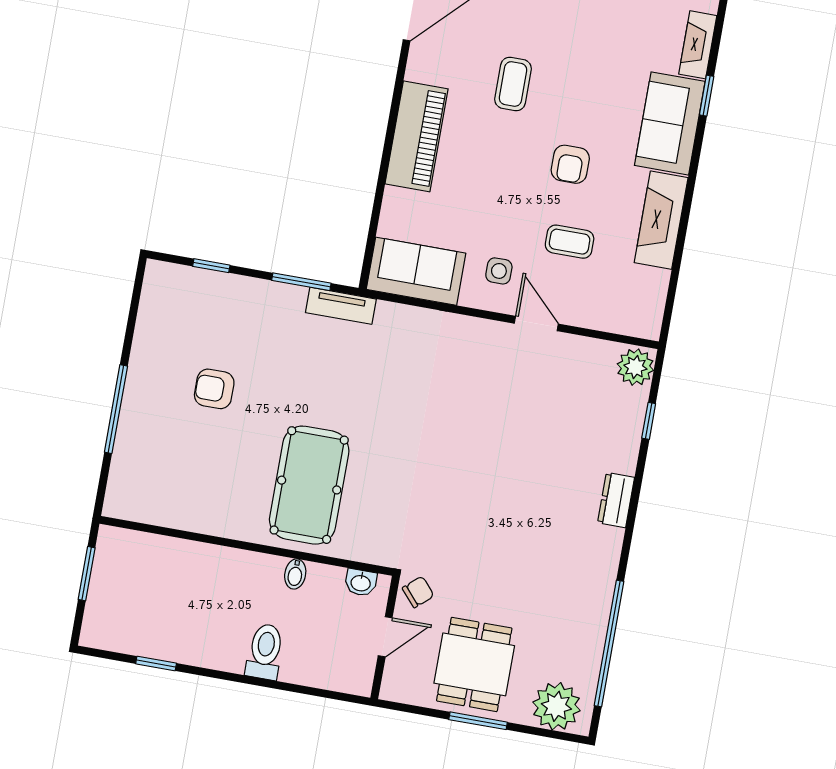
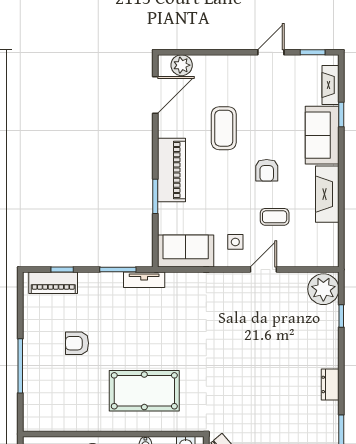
coffee table: (513, 84) -> (224, 128), width x1.36, depth x1.30
window: (383, 174) -> (155, 196), added
piano: (193, 284) -> (53, 283), added
door: (536, 324) -> (263, 270), hinge flipped
plant: (635, 367) -> (323, 289), width x1.36, depth x1.36
pool table: (309, 485) -> (144, 391), turned 90
dresser: (616, 500) -> (330, 384), moved

